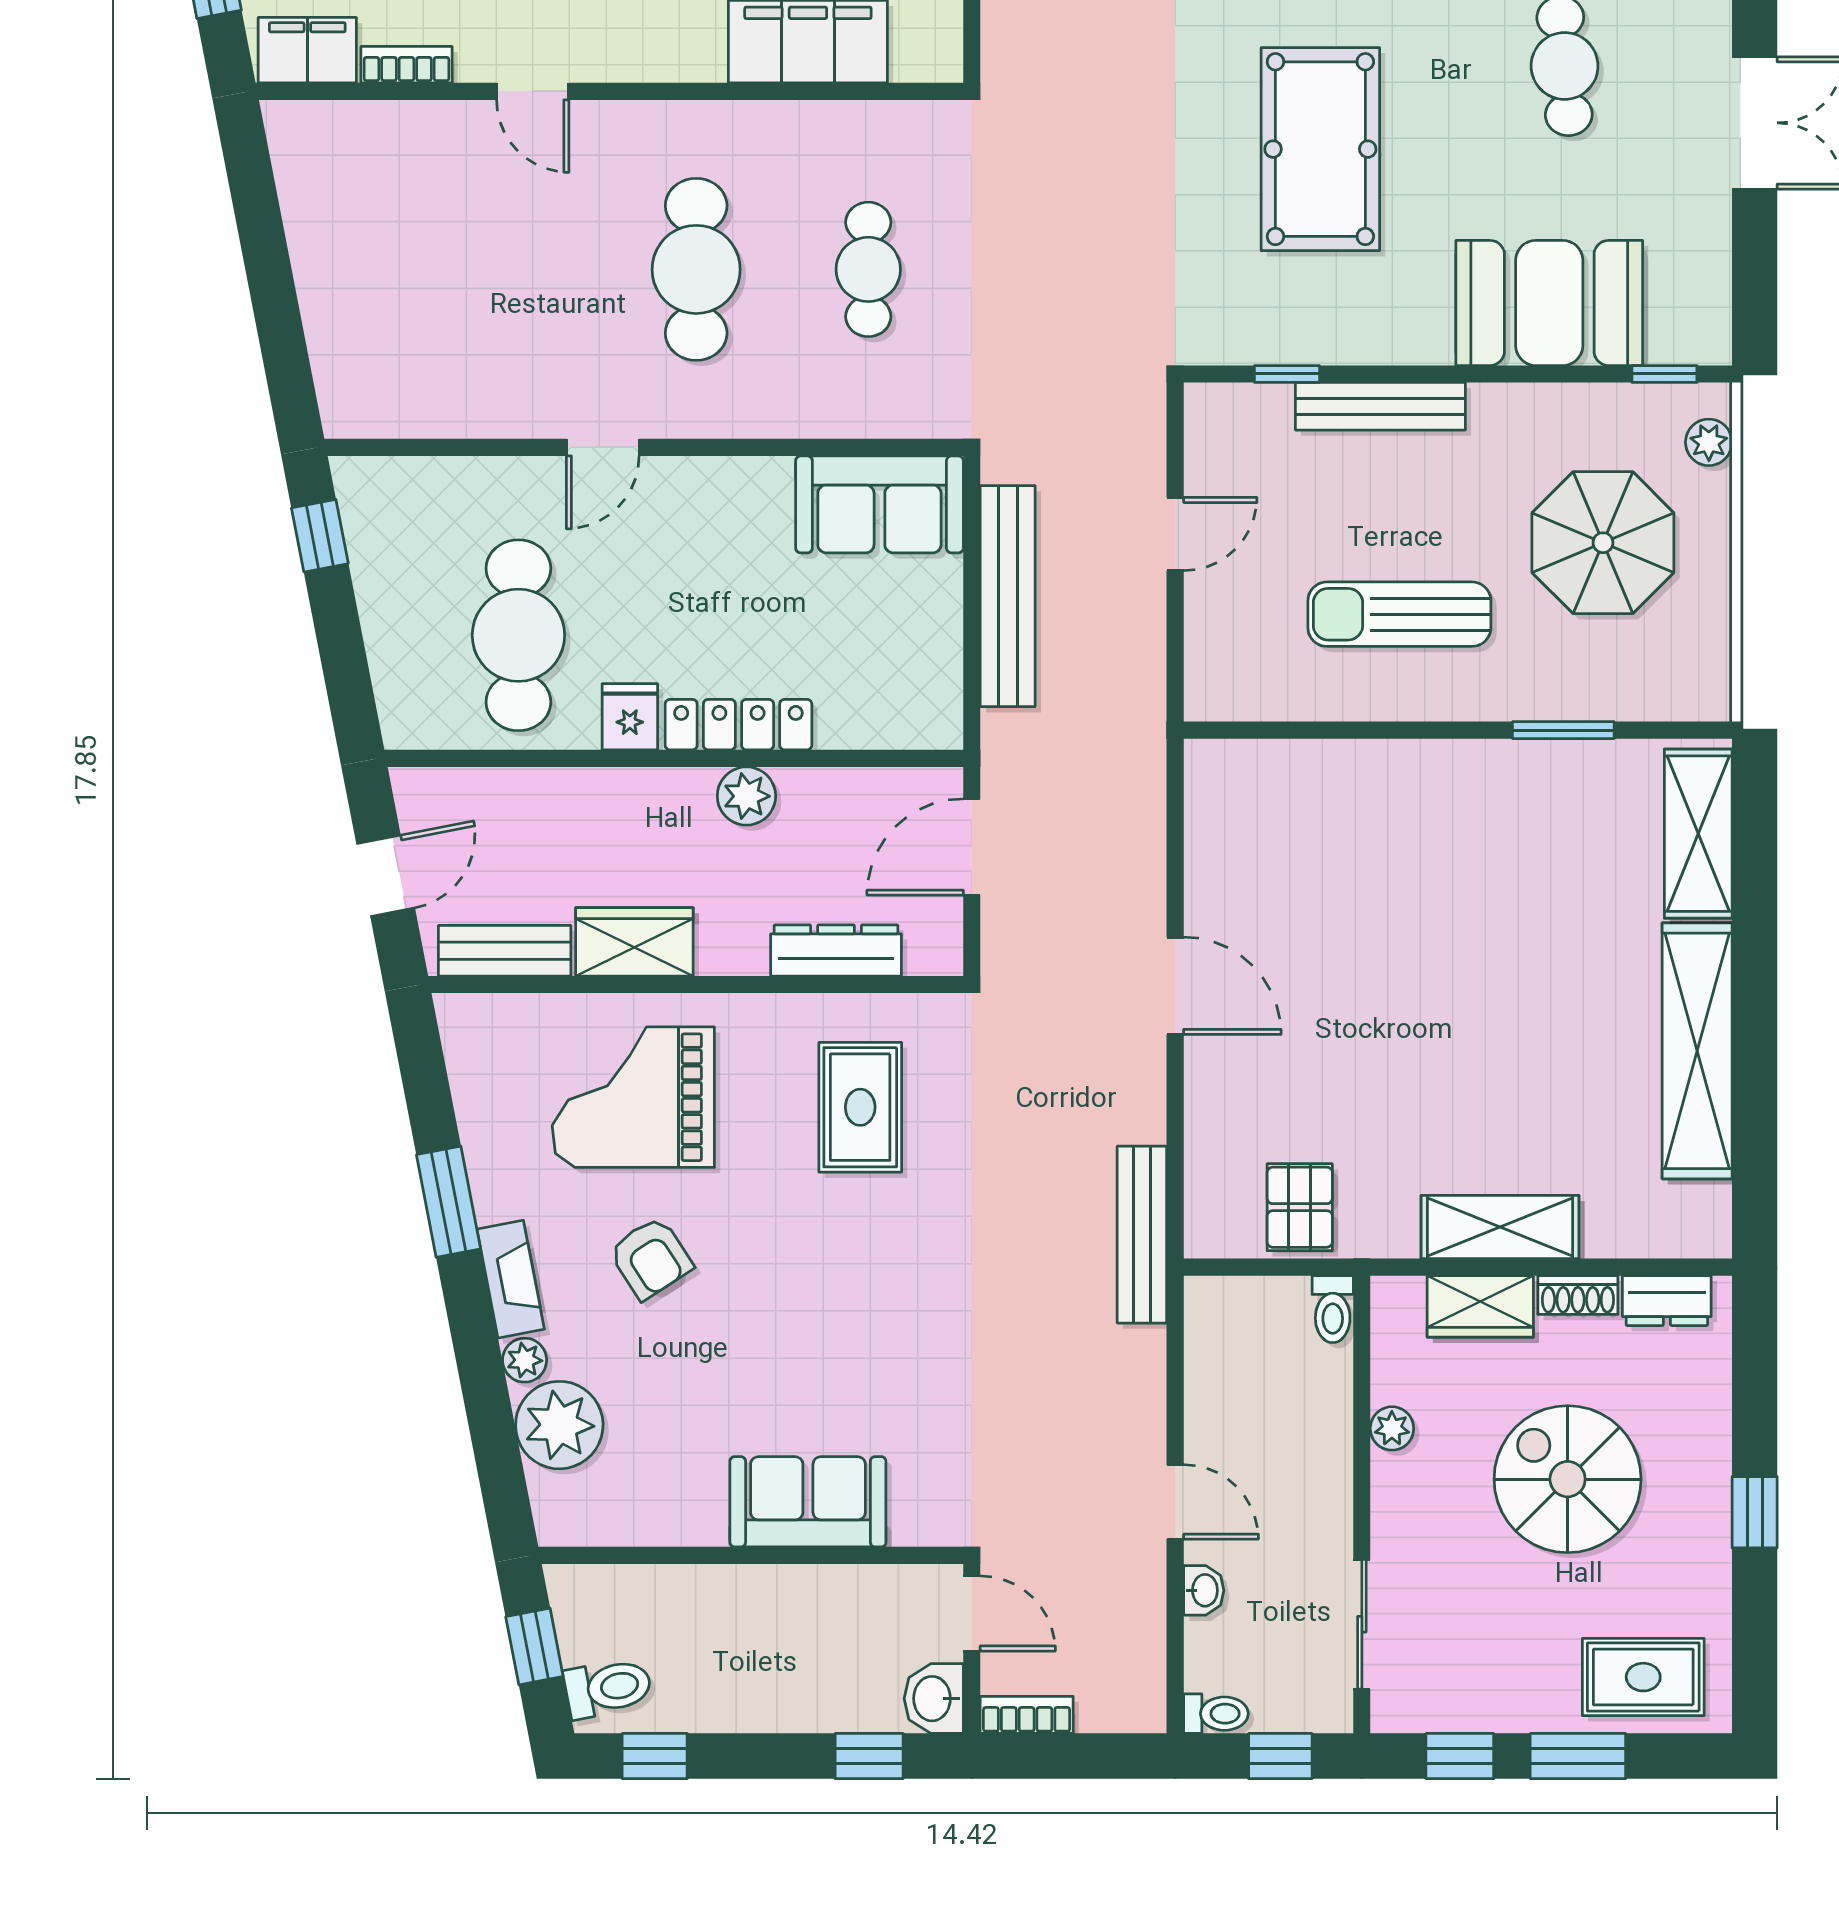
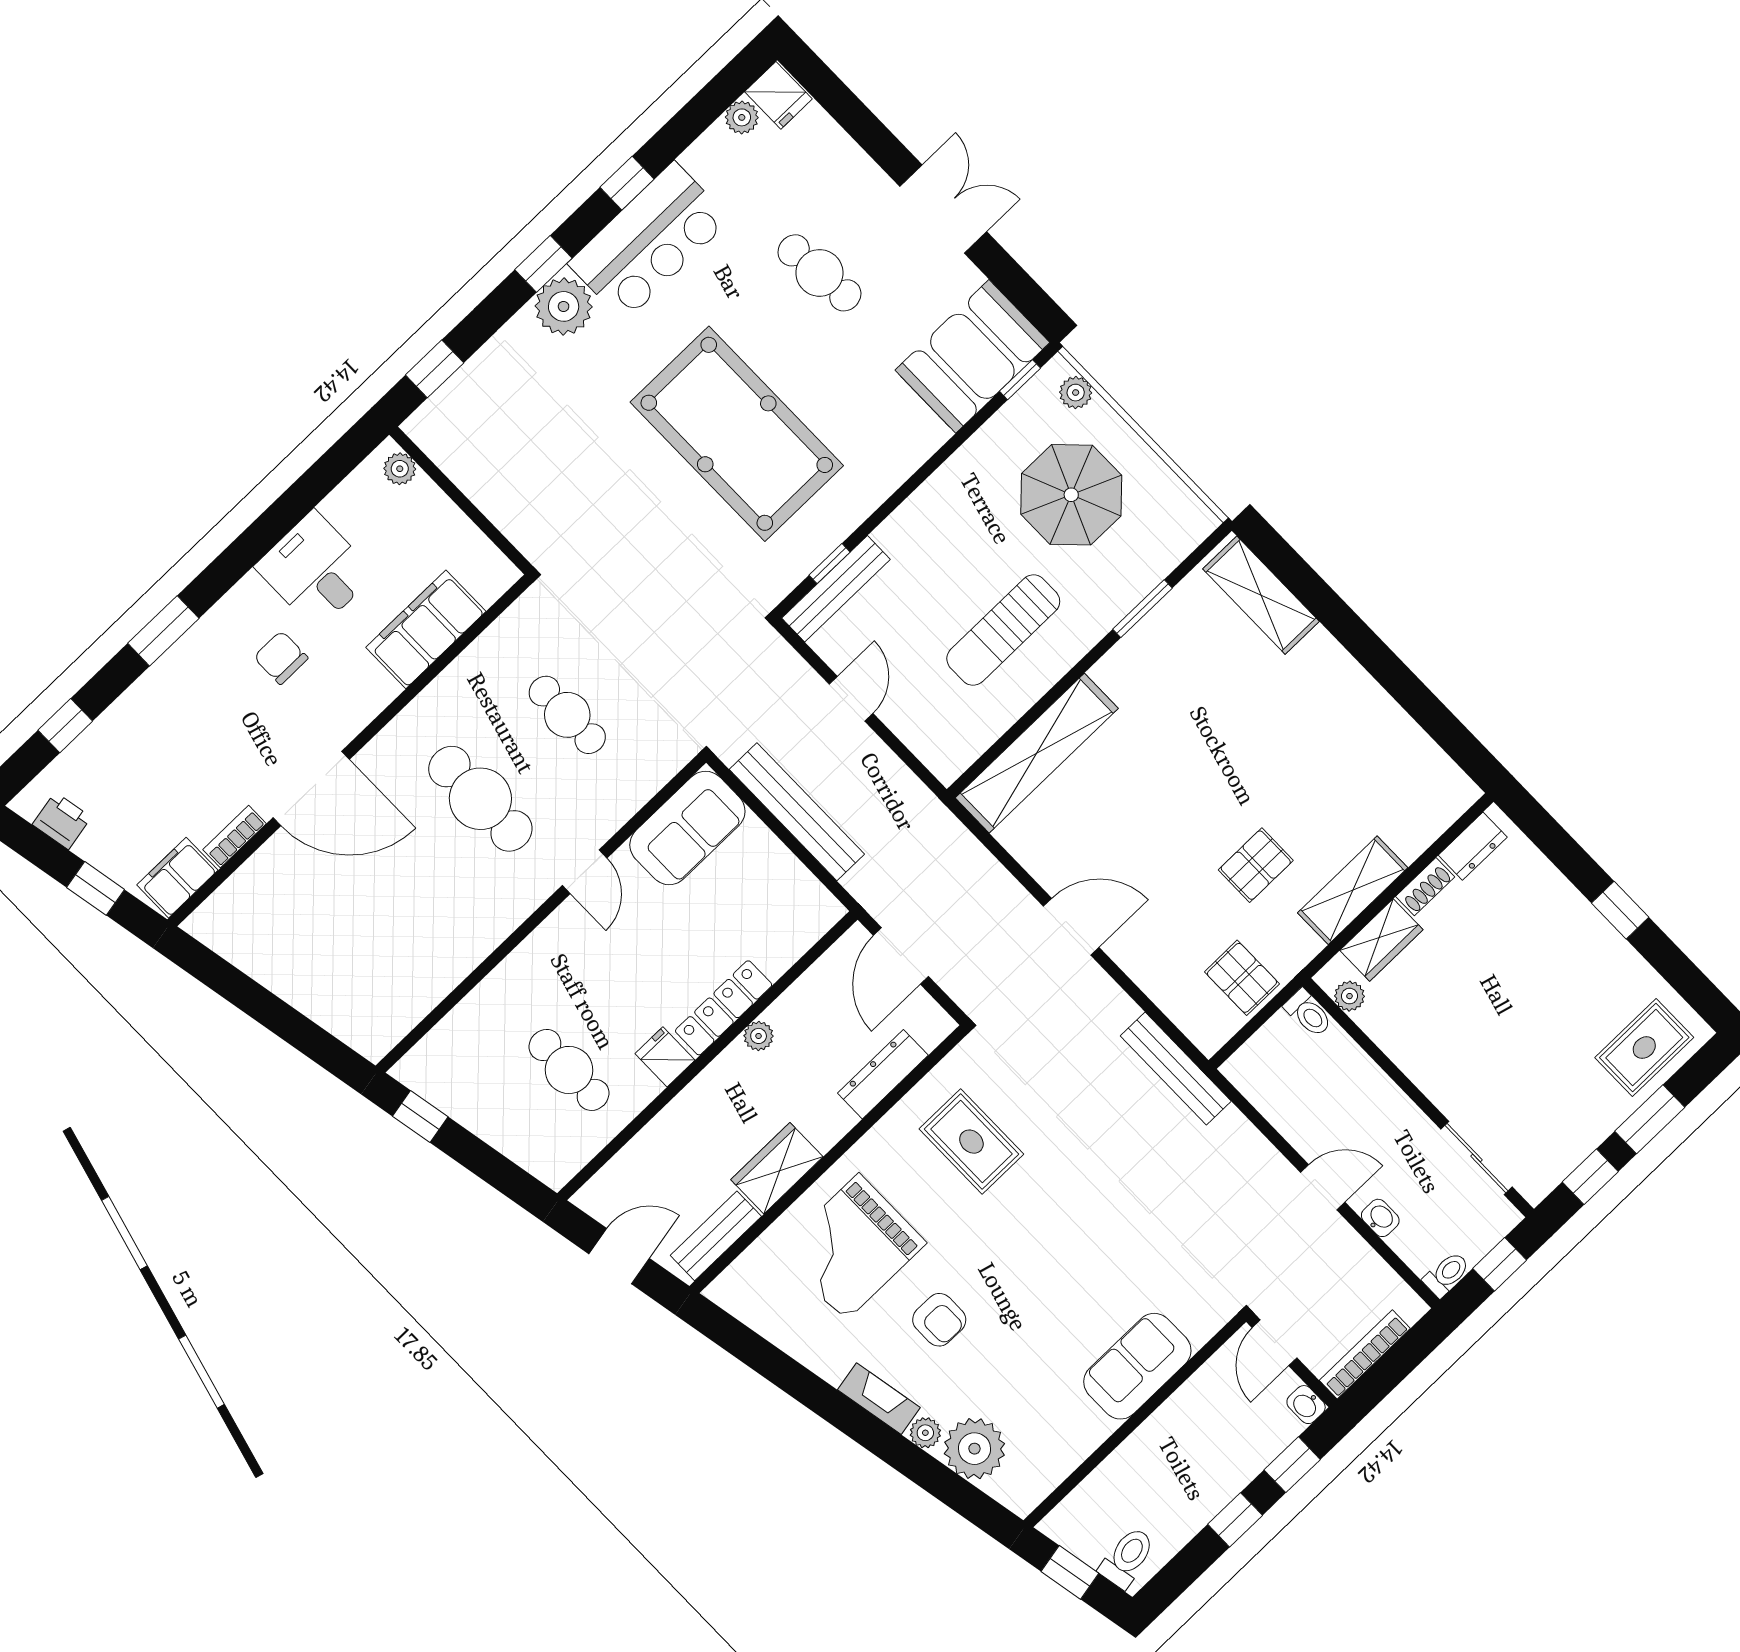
door: (533, 91) -> (311, 789), width x1.88
pool table: (1320, 149) -> (737, 434), width x1.36, depth x1.32
booth: (1549, 303) -> (972, 356), moved
bench: (1380, 406) -> (836, 589), moved
door: (603, 447) -> (585, 872), moved
cafe table: (518, 635) -> (569, 1070), width x0.73, depth x0.74
plant: (746, 796) -> (759, 1036), width x0.73, depth x0.73
door: (386, 876) -> (619, 1256), hinge flipped
shelving: (1697, 1051) -> (1037, 753), moved, turned 90
pallet: (1425, 1105) -> (1256, 865), added
window: (449, 1202) -> (810, 1390), removed
armchair: (651, 1258) -> (939, 1320), turned 33
plant: (1392, 1428) -> (1349, 996), moved
spiral stairs: (1568, 1479) -> (1510, 985), removed
door: (972, 1614) -> (1274, 1343), swing flipped
washbasin: (934, 1699) -> (1306, 1405), width x0.72, depth x0.69
bookcase: (1027, 1715) -> (1365, 1354), width x1.56
window: (655, 1756) -> (1235, 1520), moved

